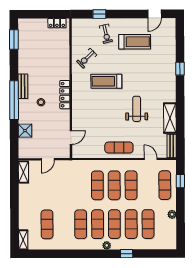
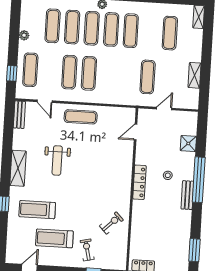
treadmill: (106, 81) -> (37, 210), moved, turned 180
shelving: (170, 118) -> (18, 168), moved
shelving: (23, 172) -> (194, 75), moved
exercise mat: (97, 185) -> (148, 77), moved

